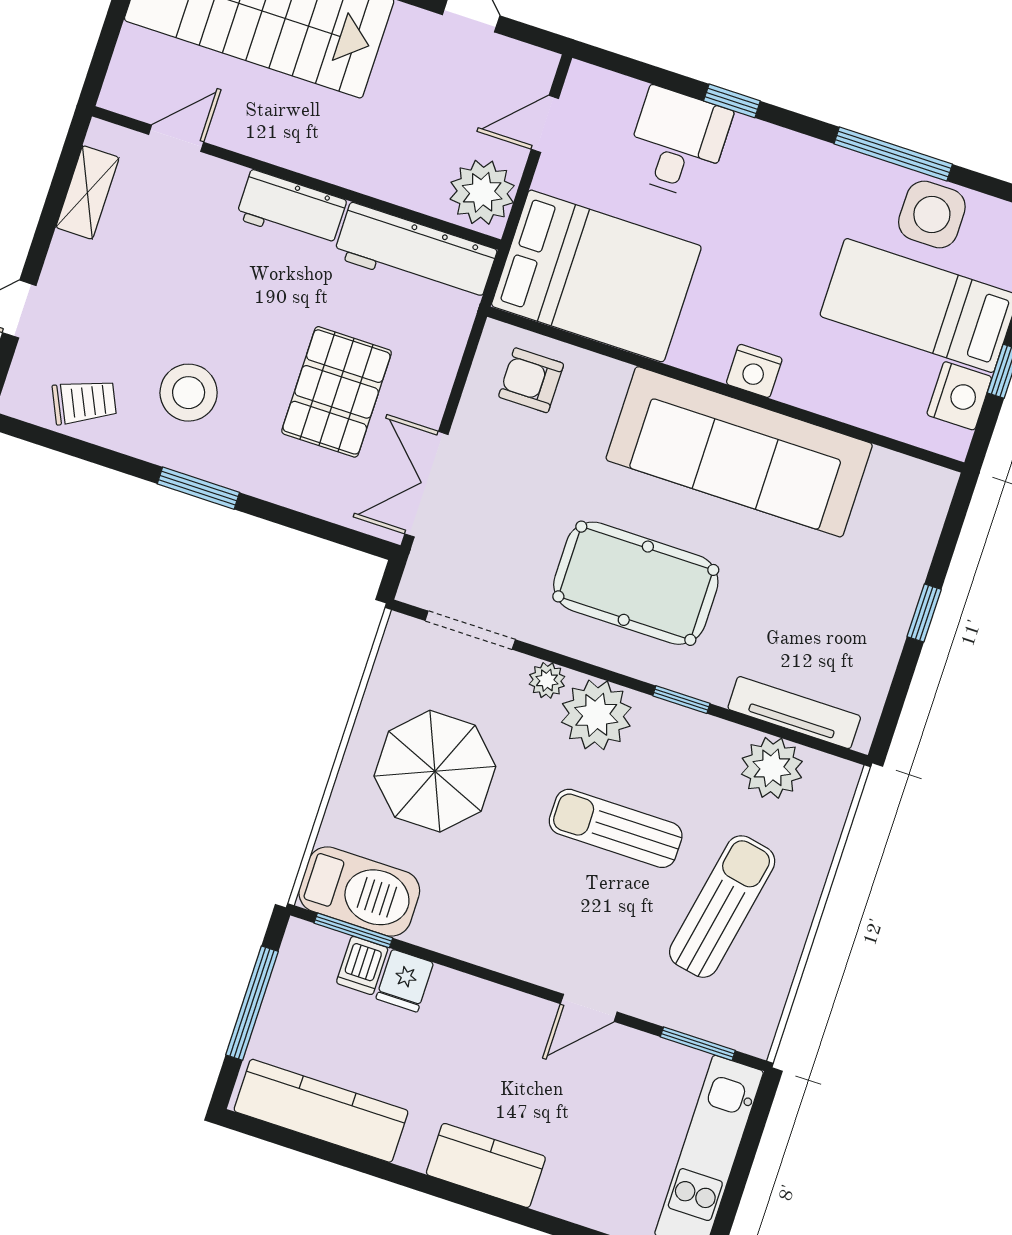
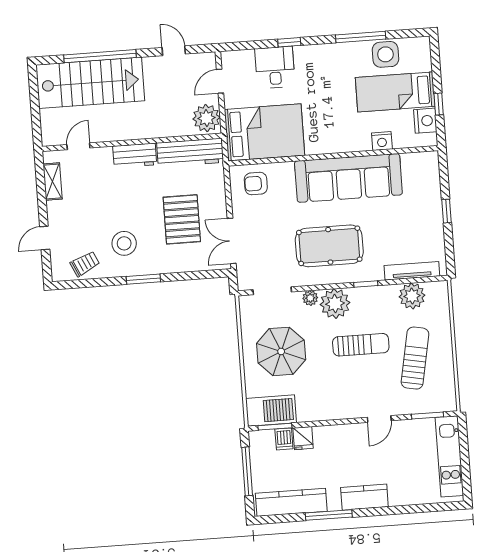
nightstand: (754, 371) -> (382, 141), moved
sun lounger: (616, 828) -> (361, 345), turned 180
window: (392, 1173) -> (329, 515), added

